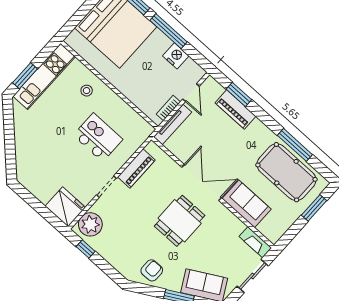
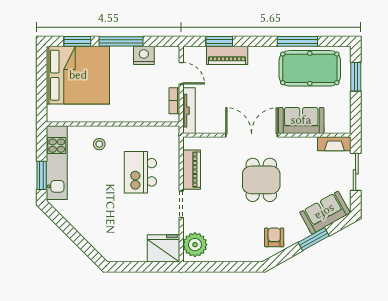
kitchen island: (98, 137) -> (140, 172), turned -90
window: (86, 249) -> (208, 267), removed

